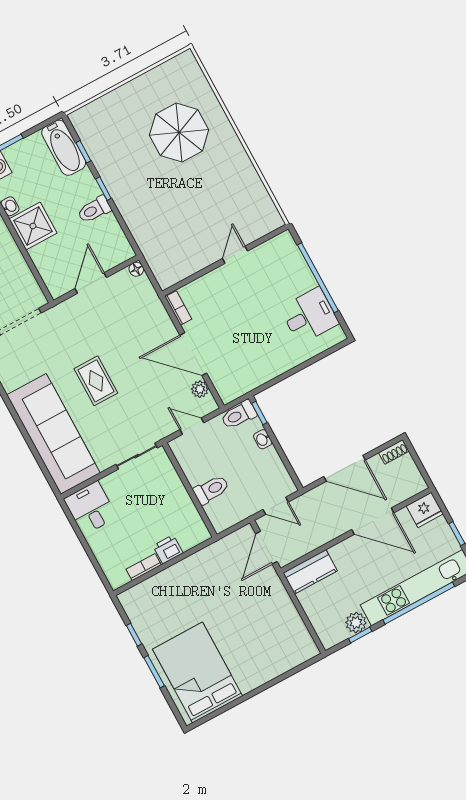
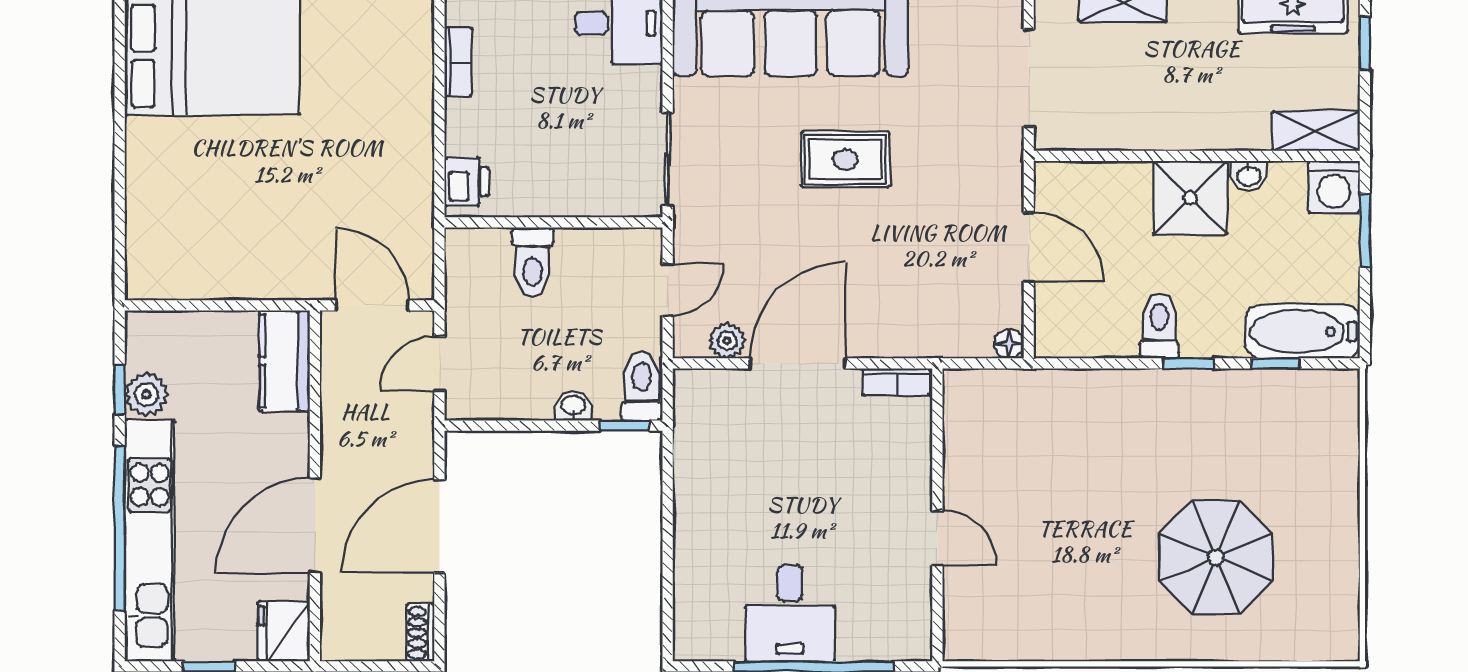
desk: (309, 316) -> (790, 613), moved
printer: (168, 549) -> (466, 182), moved

